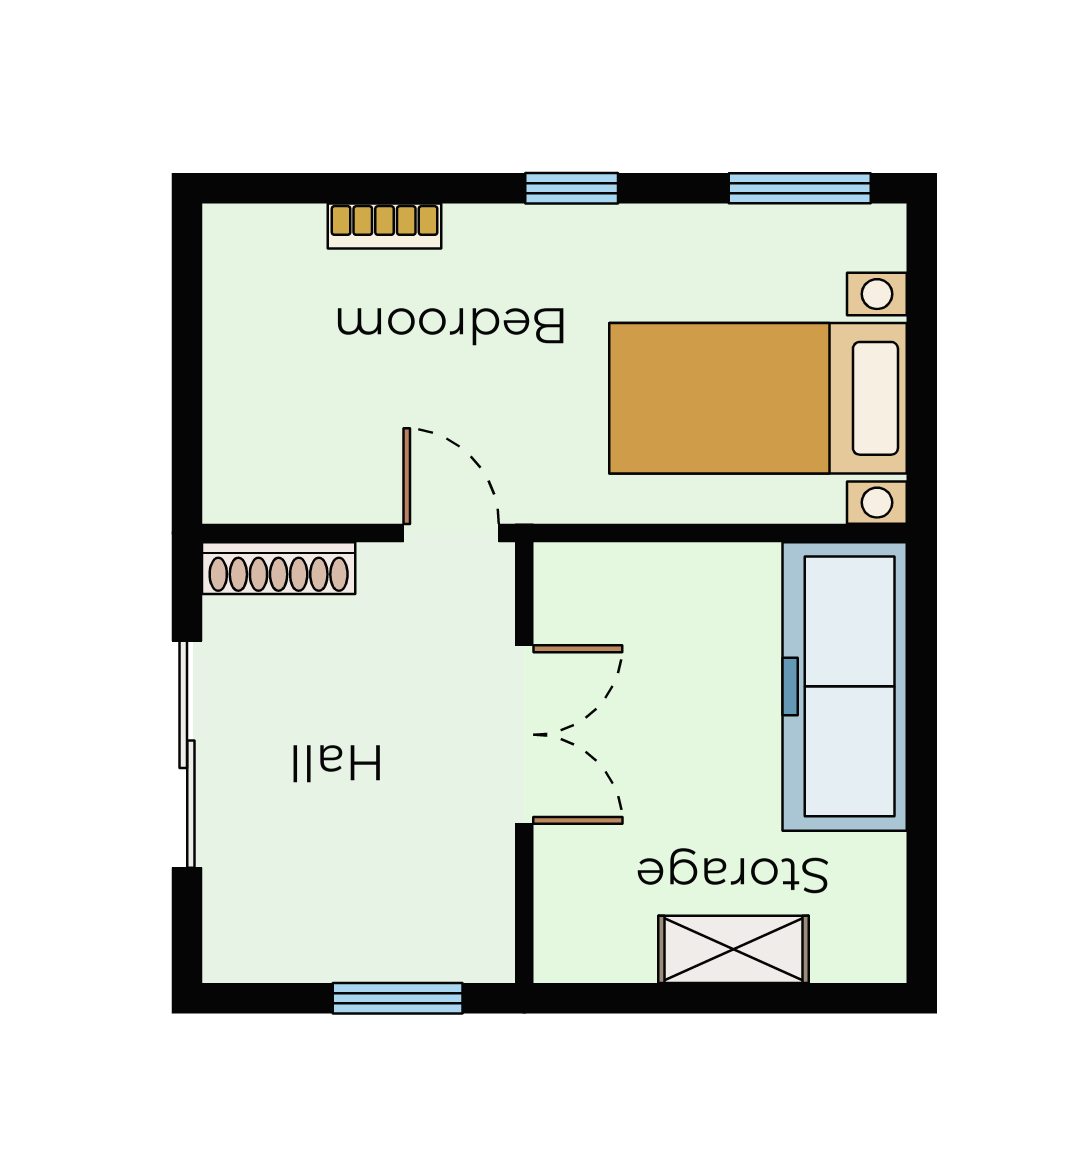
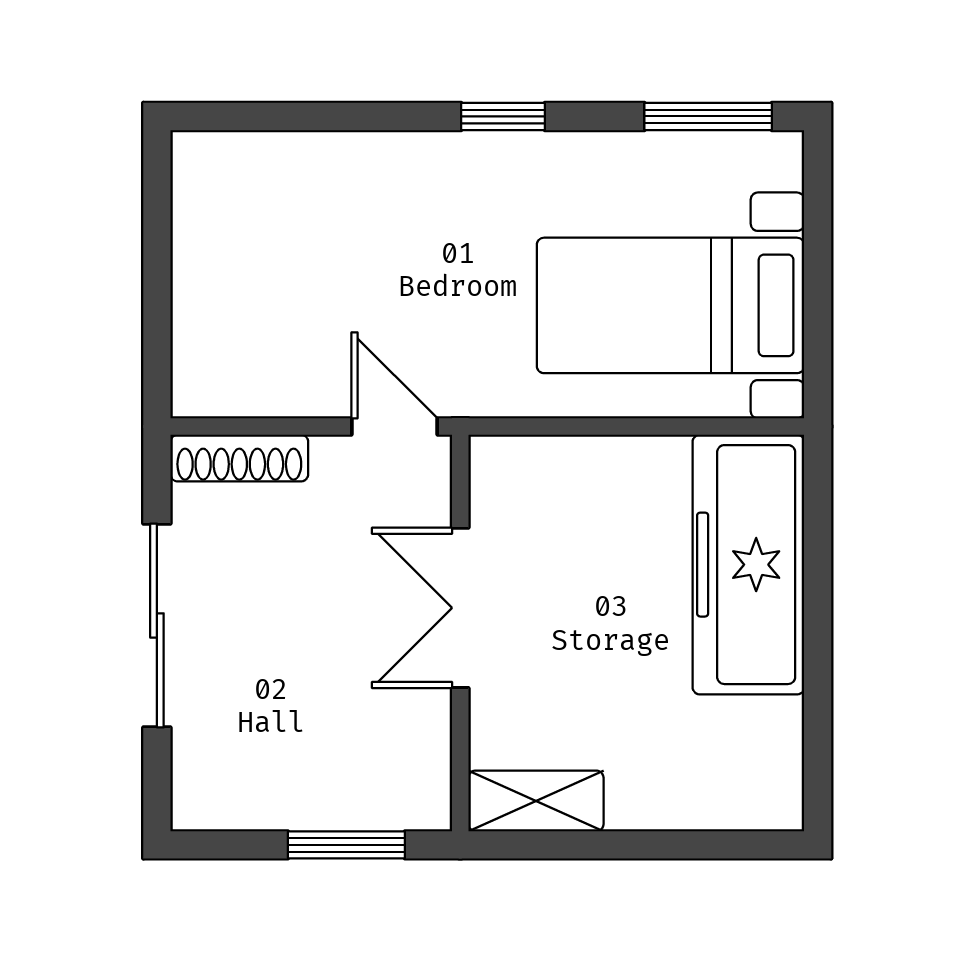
bookcase: (385, 226) -> (335, 150), removed
double door: (524, 735) -> (460, 608), swing flipped
shelving: (734, 949) -> (536, 801), moved

